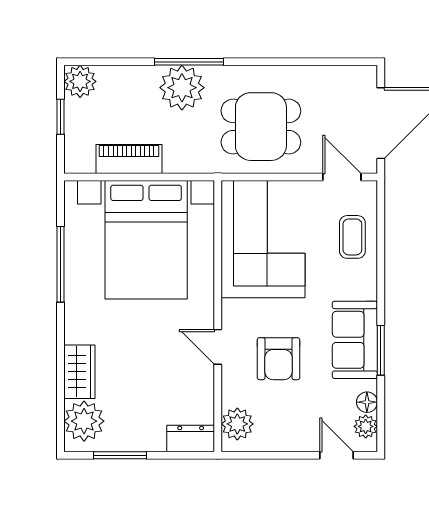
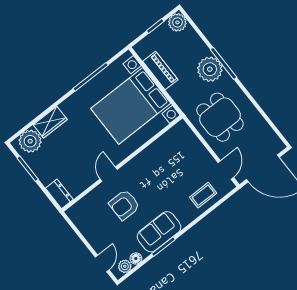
corner sofa: (263, 239) -> (171, 157), removed
plant: (237, 424) -> (82, 209), removed

